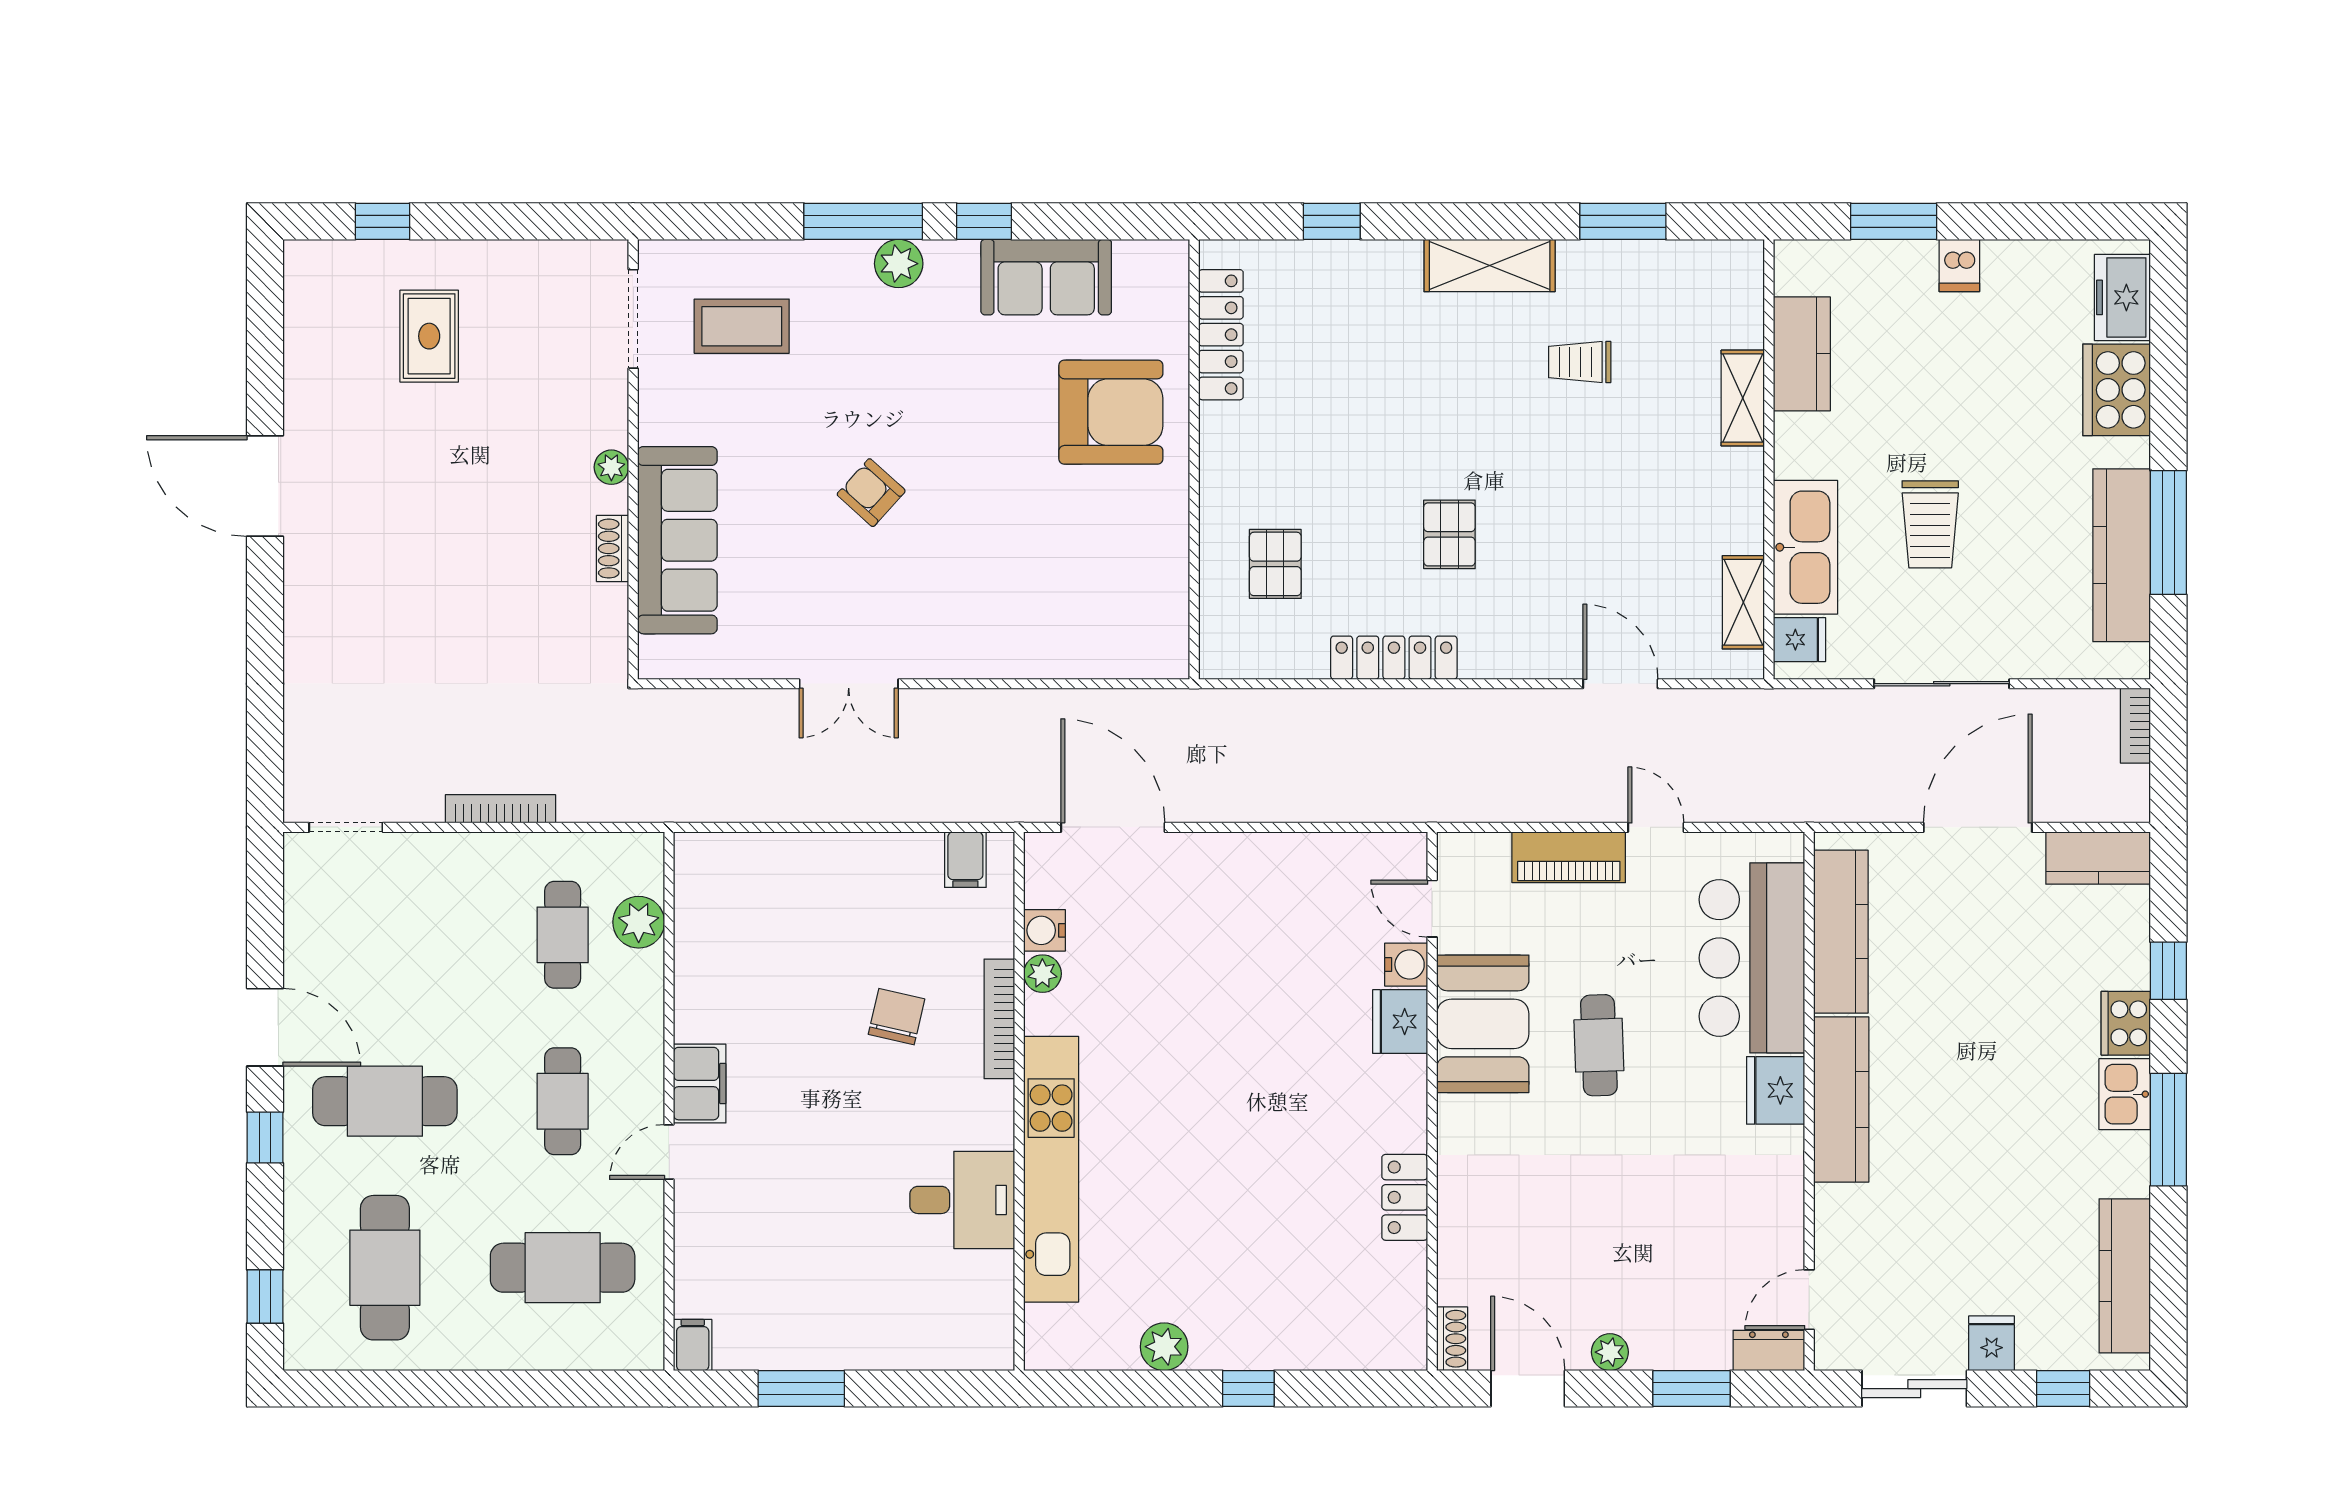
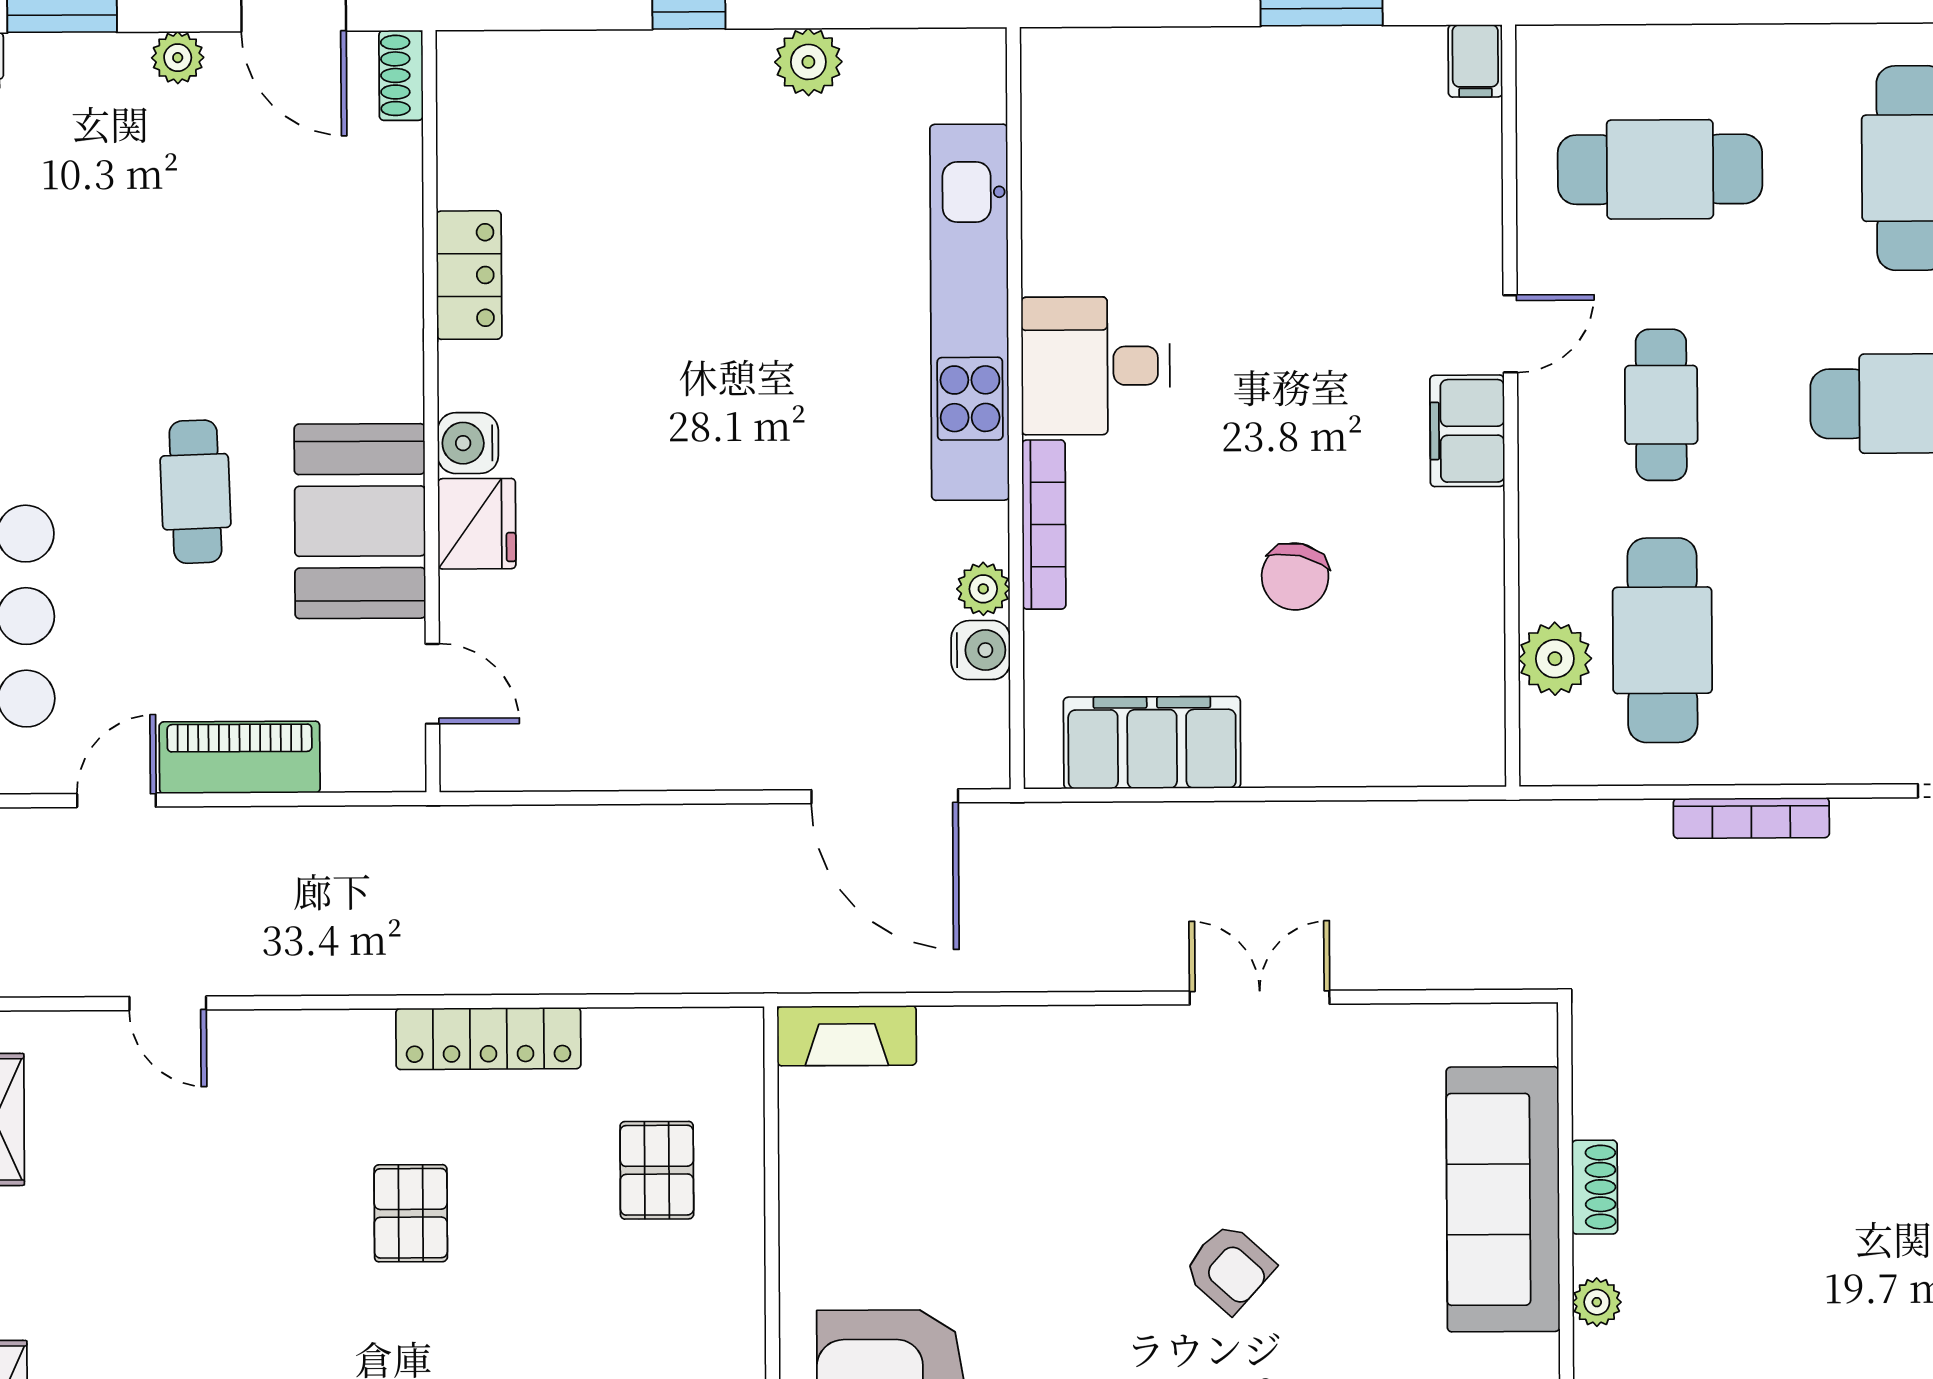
fireplace: (1141, 658) -> (847, 1036), added
door: (1620, 684) -> (168, 1003), width x0.73
door: (1656, 827) -> (116, 800), swing flipped
filing cabinet: (965, 860) -> (1152, 743), width x3.00, depth x1.17
cafe table: (563, 935) -> (1662, 640), width x1.37, depth x1.35
water cooler: (1406, 965) -> (468, 443), moved
chair: (897, 1017) -> (1295, 577), moved
desk: (962, 1200) -> (1096, 366), moved

